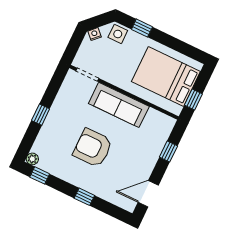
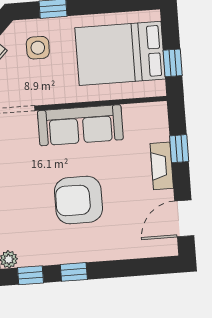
side table: (118, 34) -> (38, 48), moved
fireplace: (153, 156) -> (162, 166), added
window: (84, 197) -> (74, 272), moved

